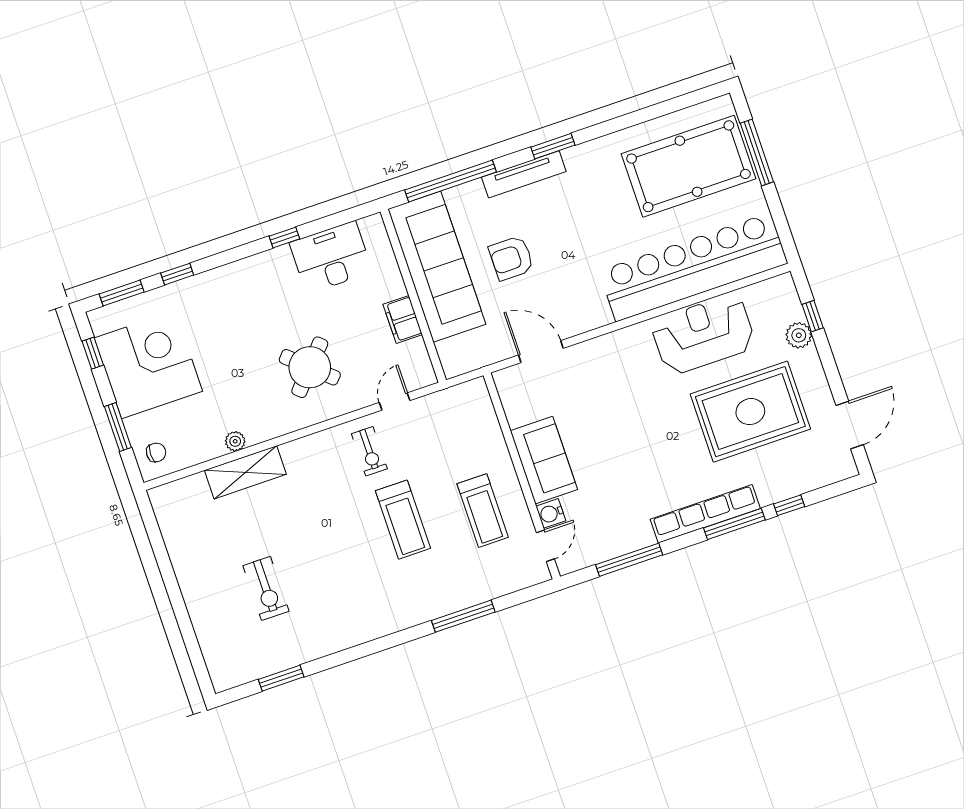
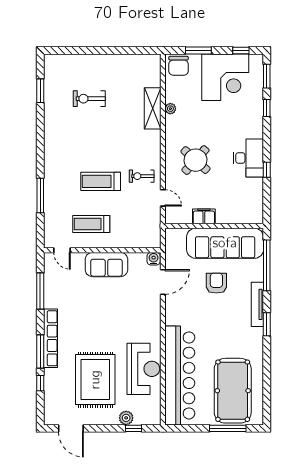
desk: (331, 257) -> (248, 158), moved
chair: (156, 452) -> (179, 66), width x1.87, depth x1.87
water cooler: (551, 513) -> (154, 259), moved

